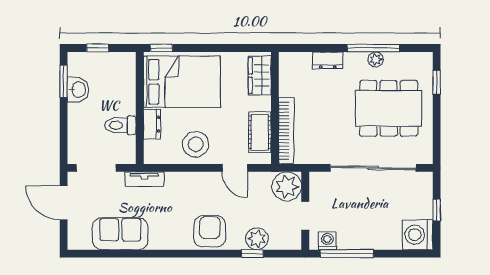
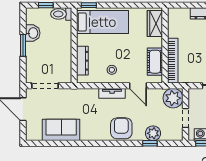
window: (64, 81) -> (23, 45), moved
bed: (182, 82) -> (102, 22), width x0.67
dresser: (152, 124) -> (82, 61), width x1.44
toilet: (120, 125) -> (61, 14), moved
stool: (196, 144) -> (112, 70), width x0.53, depth x0.53
tv unit: (144, 179) -> (112, 93), moved

